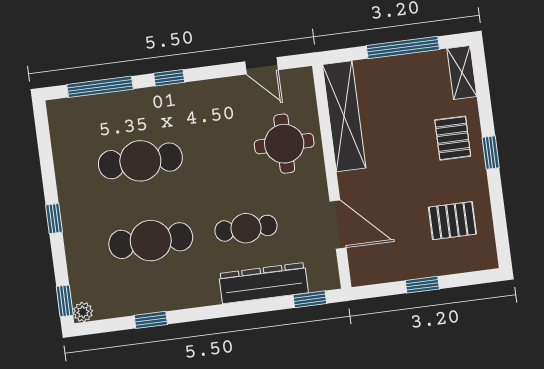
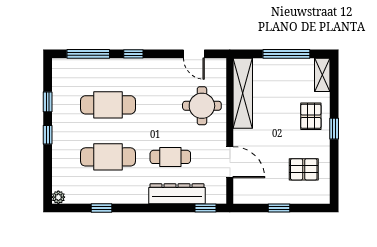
window: (65, 301) -> (48, 102), moved

